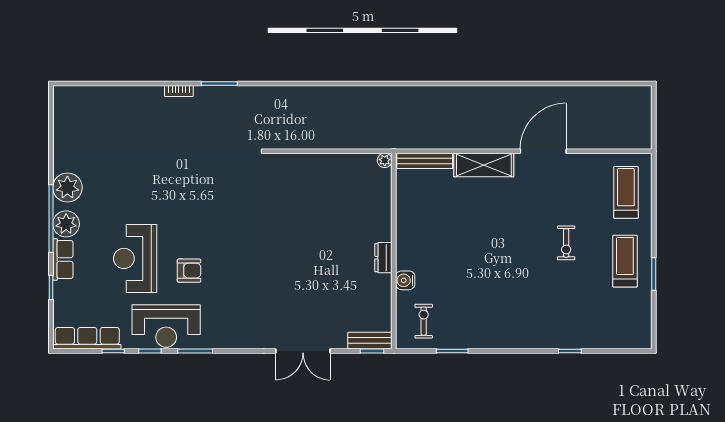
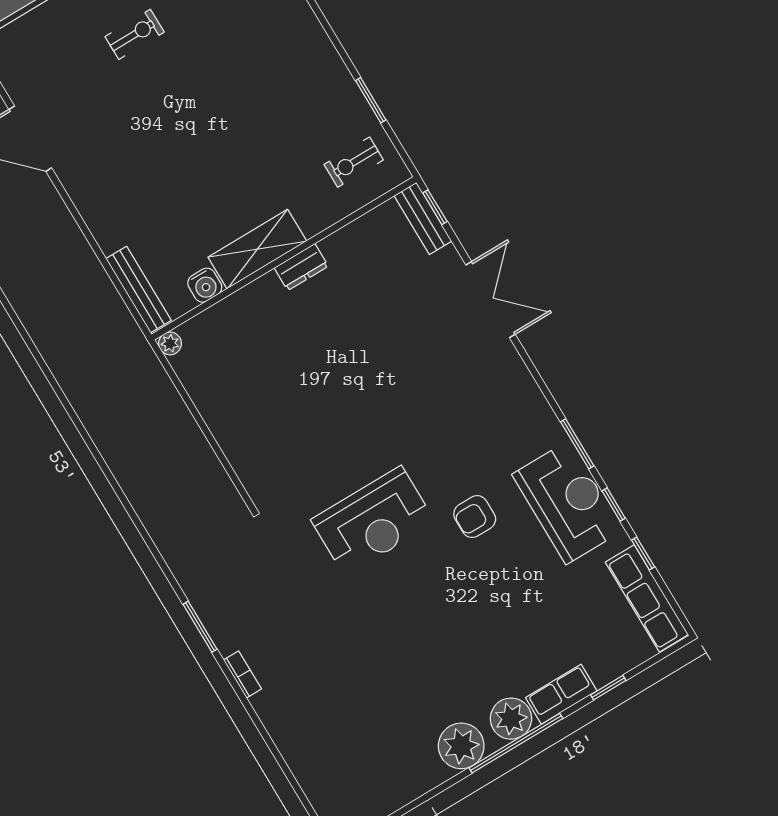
shelving: (484, 165) -> (257, 249), moved, turned 90
reception desk: (135, 258) -> (373, 521), moved
armchair: (189, 271) -> (475, 517), turned -90
water cooler: (405, 280) -> (205, 285), moved

